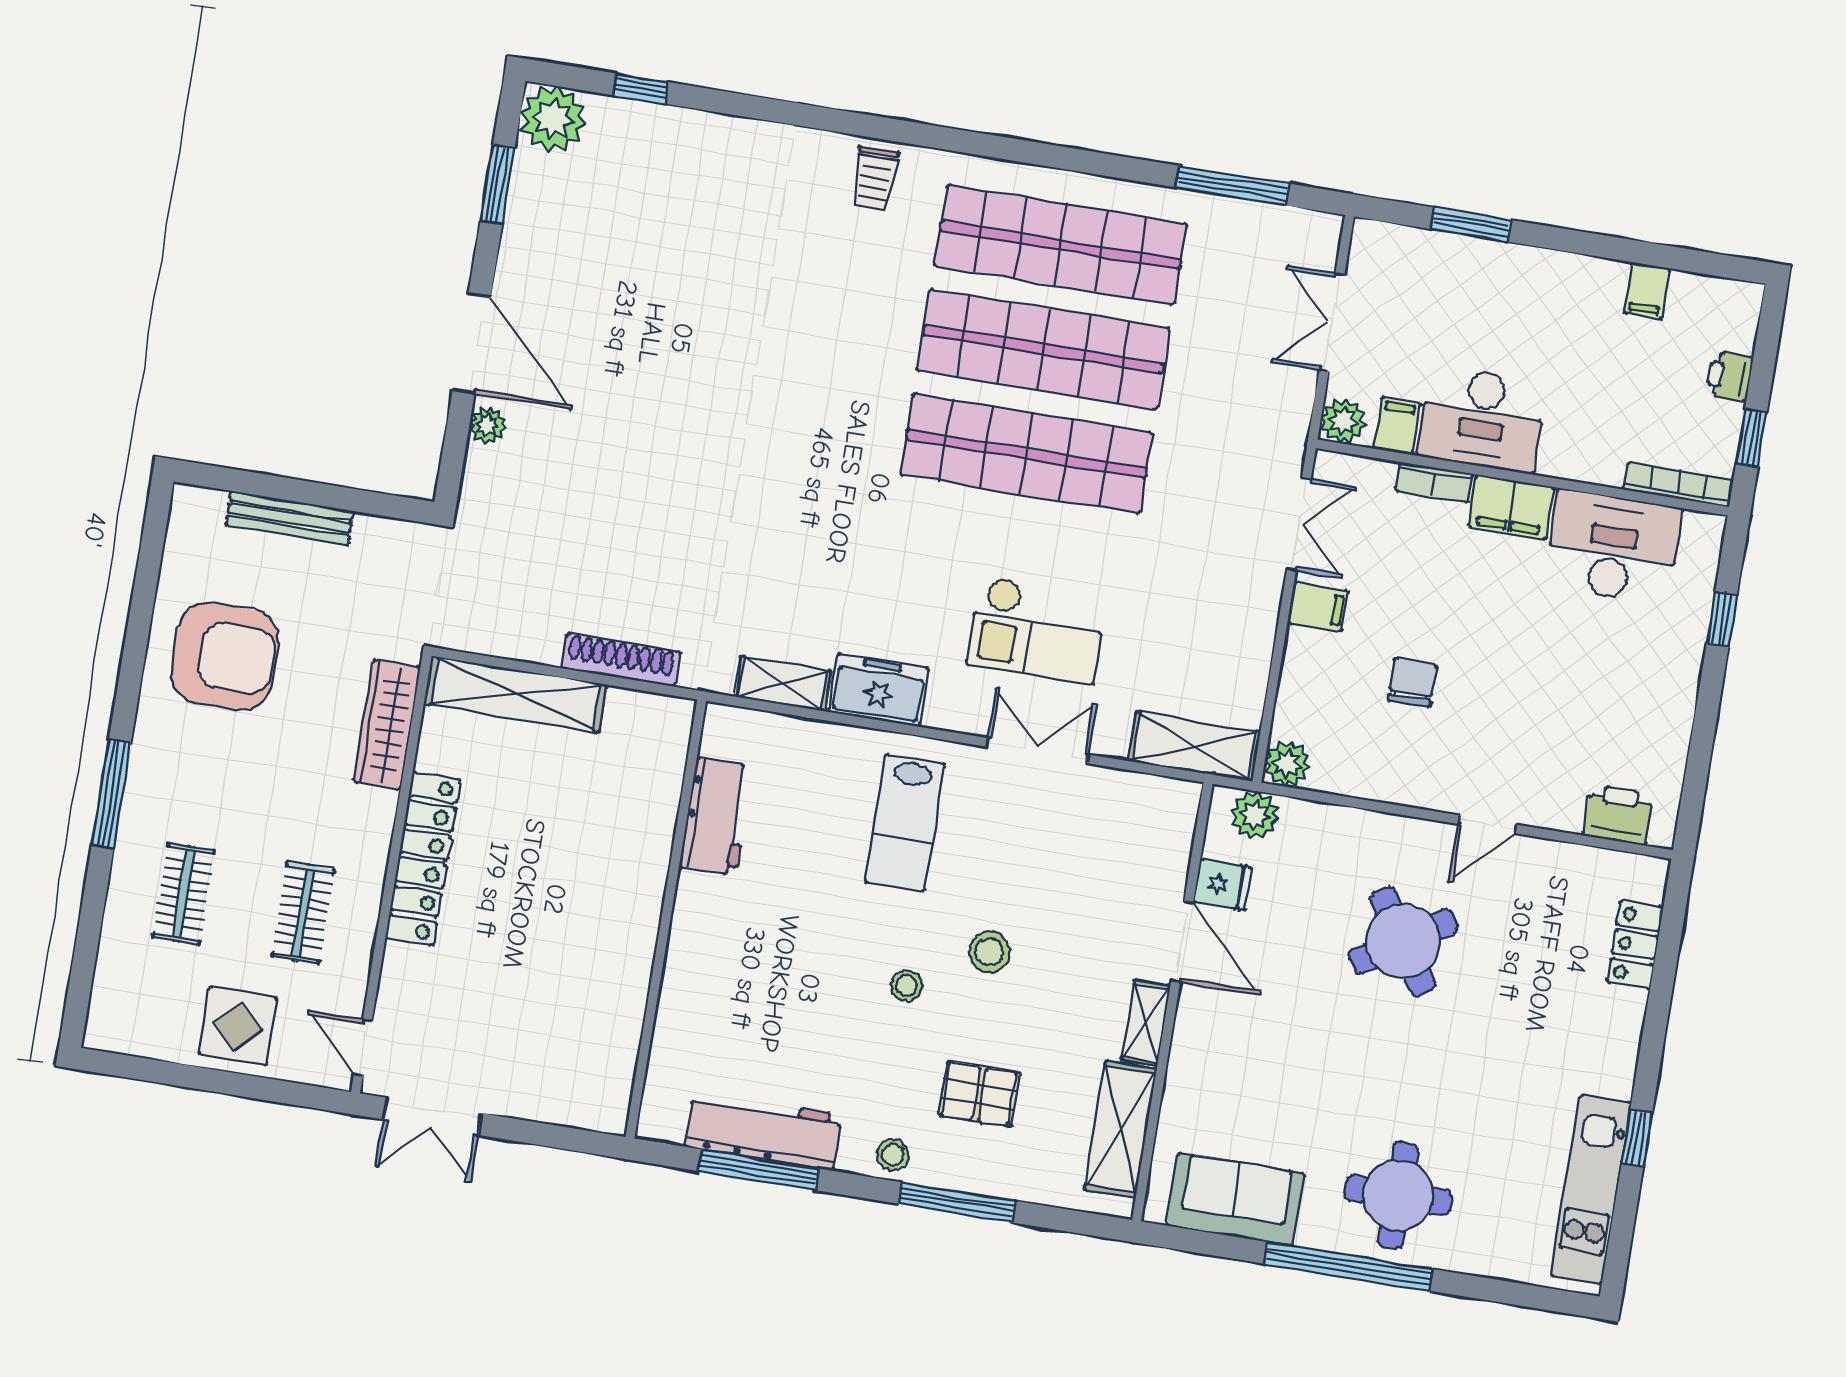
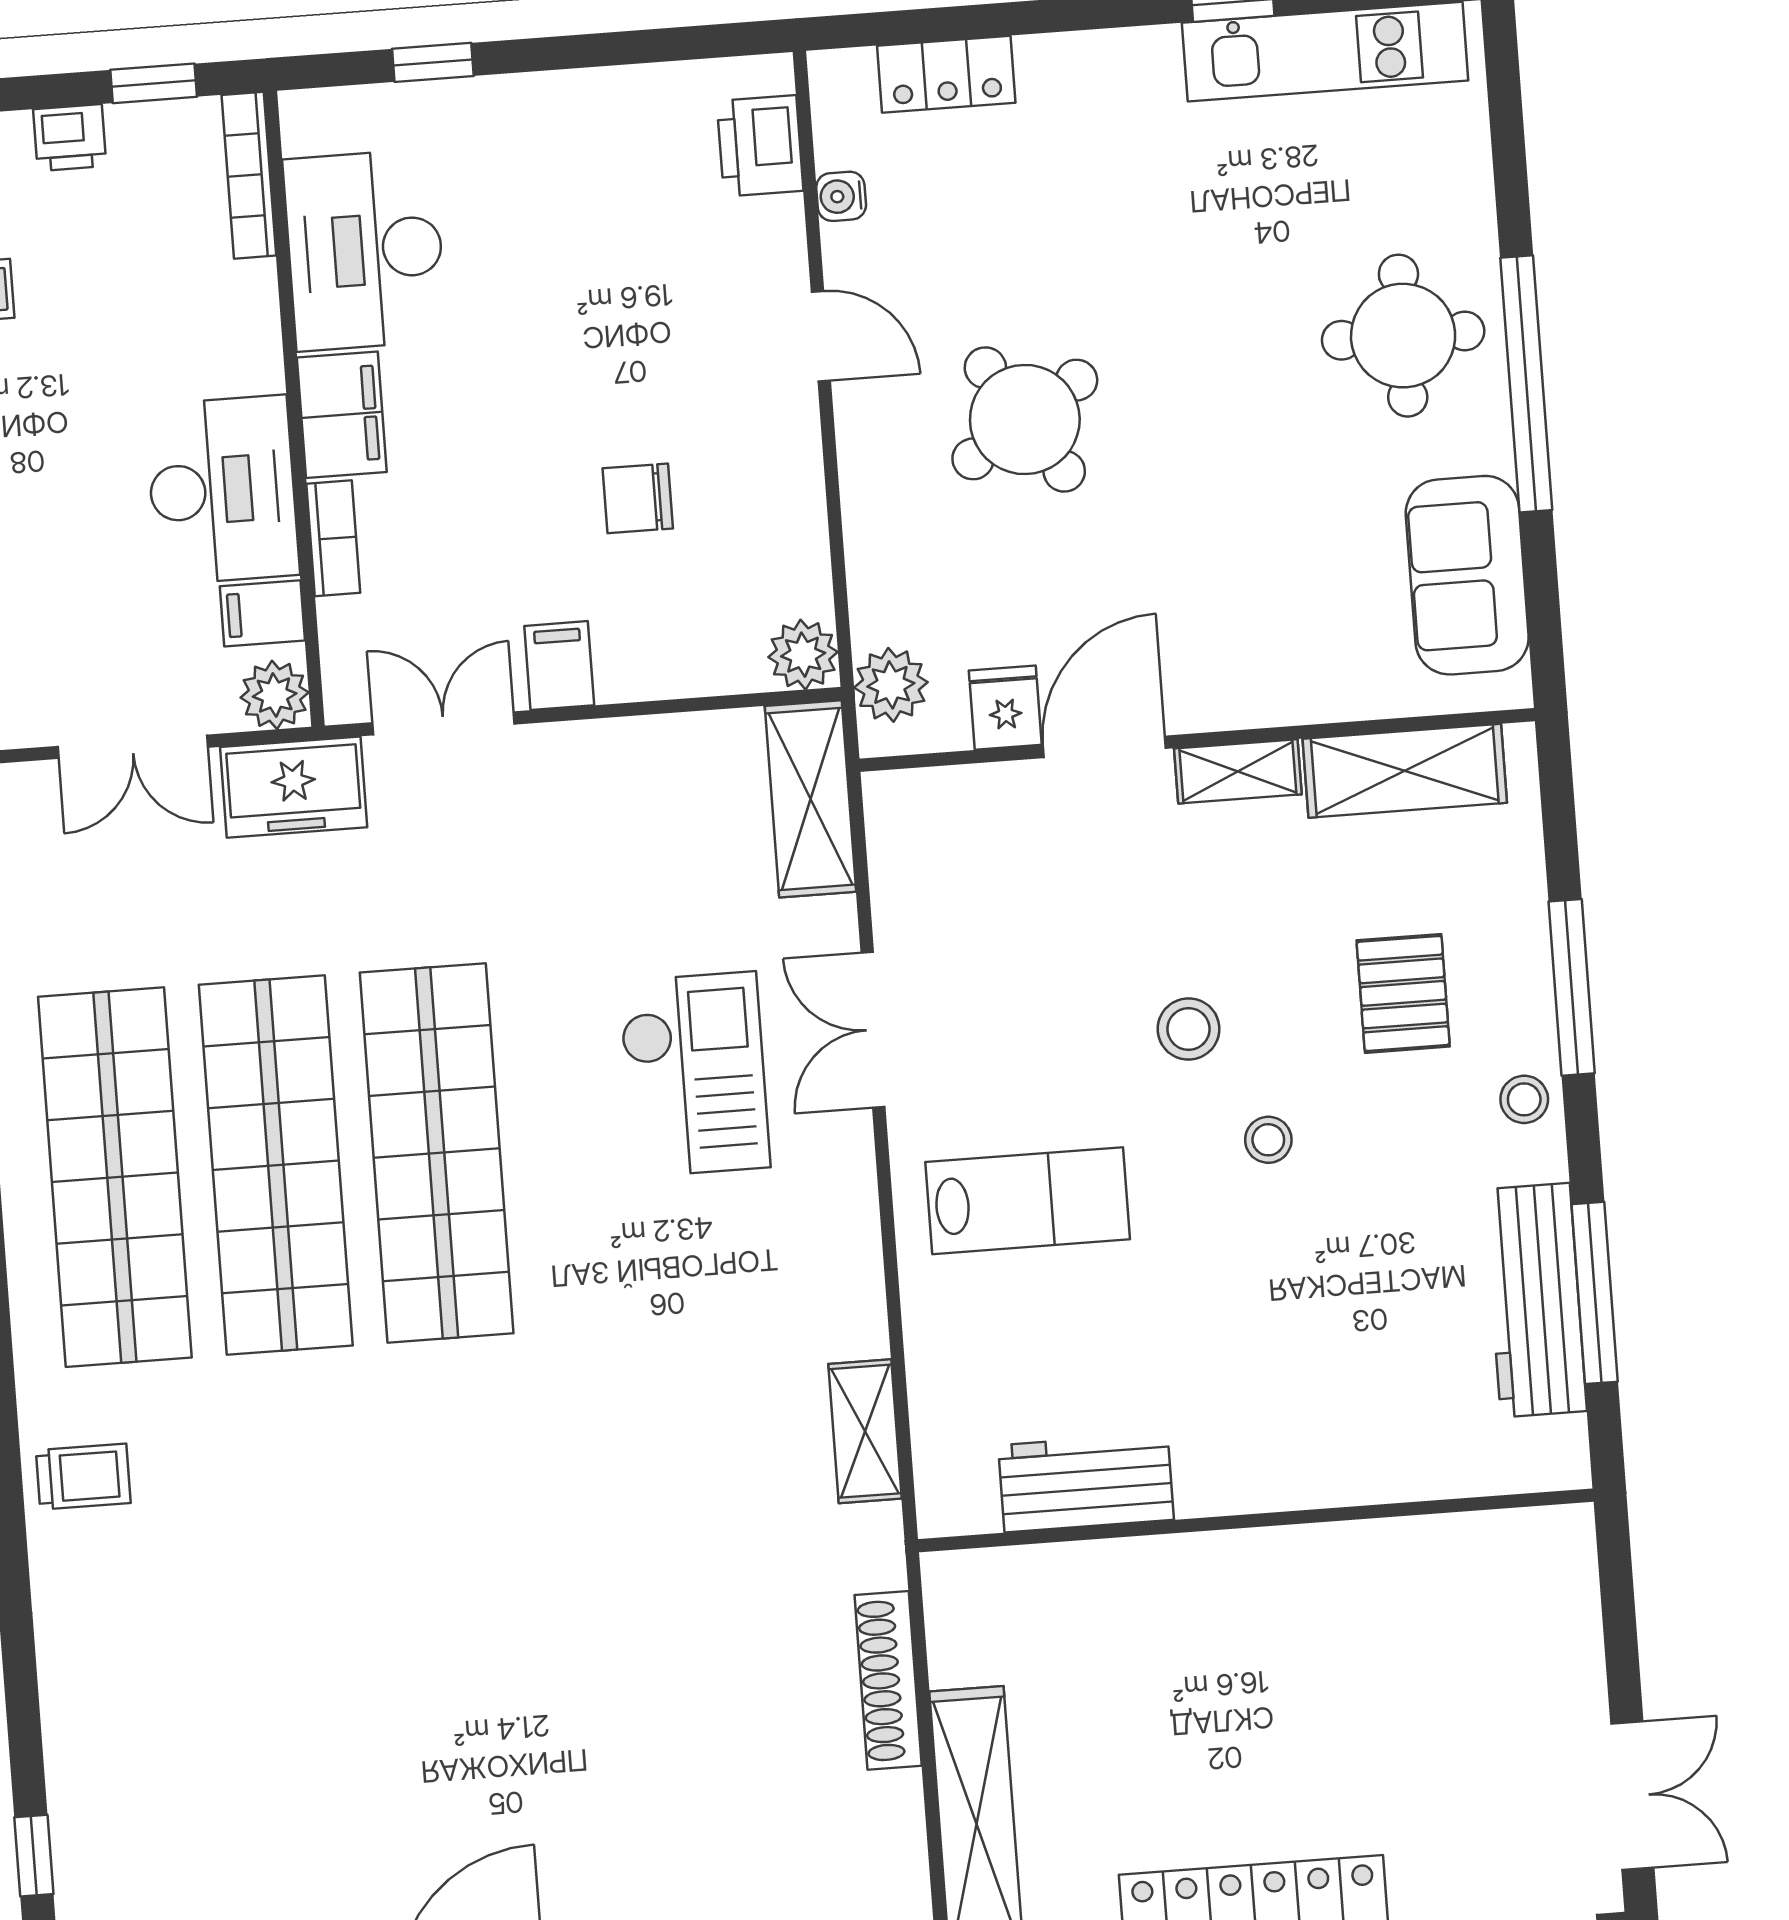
freezer: (879, 690) -> (294, 787), moved, turned -90
water cooler: (1573, 859) -> (841, 196), added

